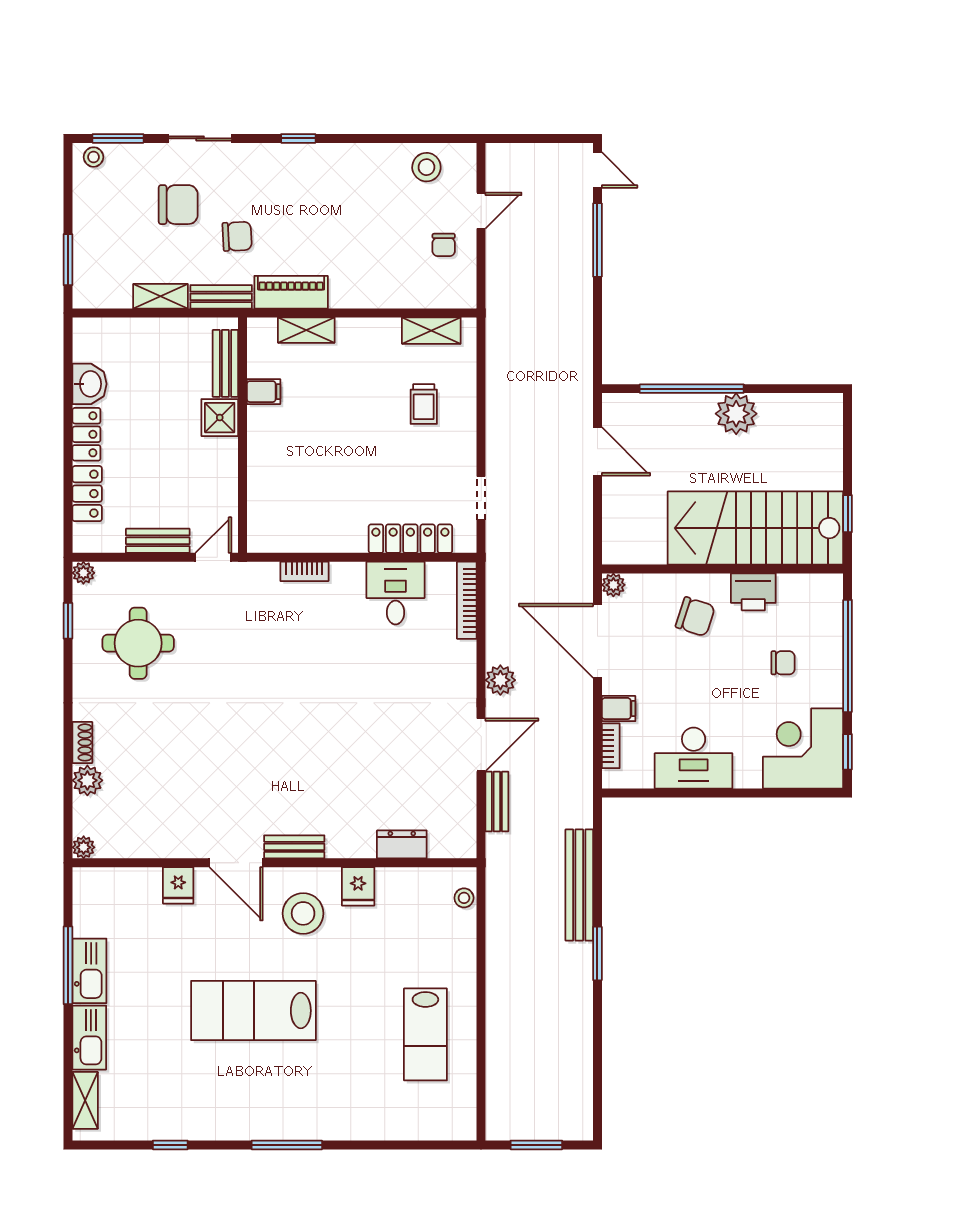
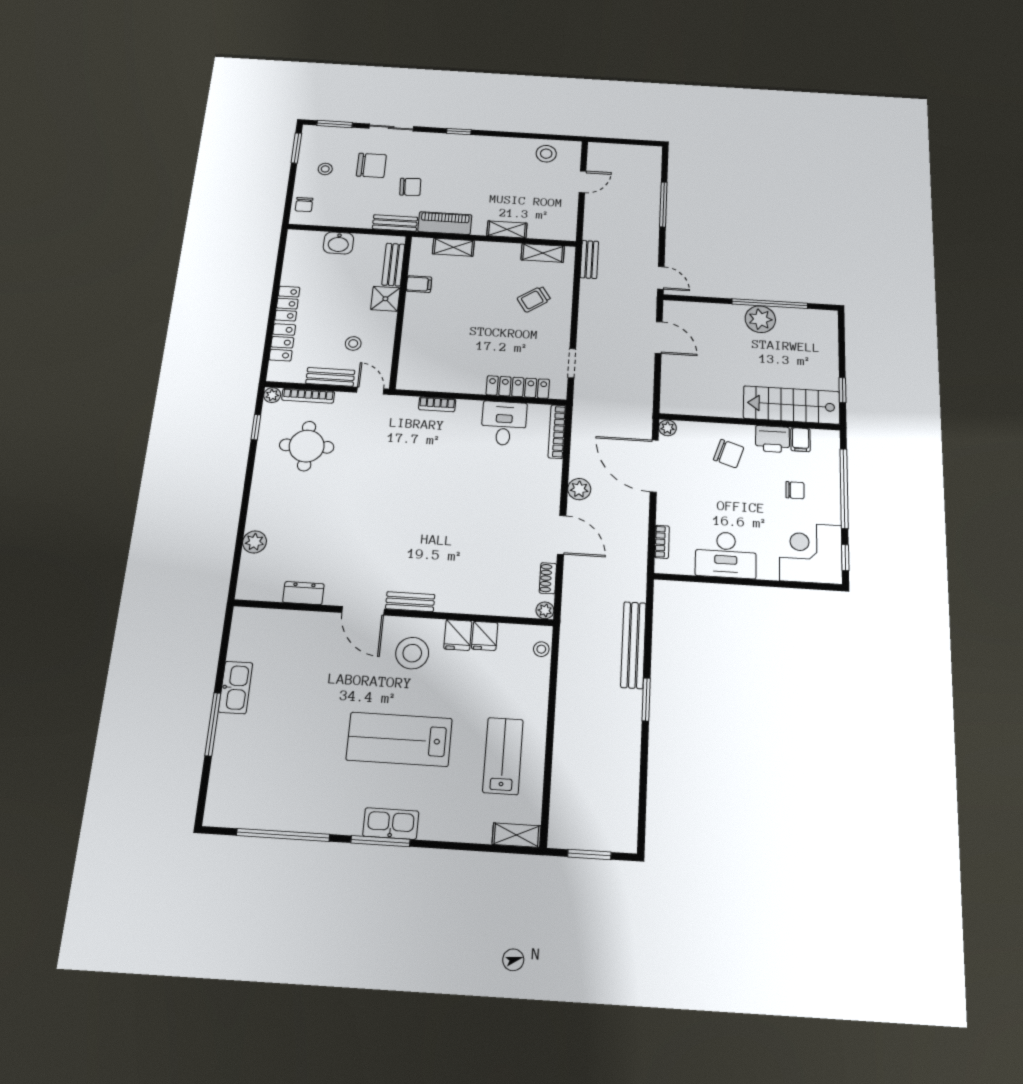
stool: (93, 157) -> (325, 169), moved
door: (597, 170) -> (661, 278), moved
chair: (444, 245) -> (304, 205), moved
window: (68, 260) -> (296, 148), moved
shelving: (160, 296) -> (507, 229), moved
washbasin: (89, 384) -> (338, 243), moved, turned 90
window: (692, 389) -> (770, 304), moved
trolley: (424, 404) -> (534, 299), turned 56
stool: (183, 489) -> (353, 343), added
stairs: (755, 528) -> (792, 405), width x0.73, depth x0.66
door: (213, 557) -> (370, 391), hinge flipped
bookcase: (131, 571) -> (308, 396), added
filing cabinet: (619, 709) -> (800, 440), moved, turned 90
shoe rack: (82, 742) -> (548, 578), moved, turned 180
door: (481, 745) -> (562, 535), hinge flipped
bench: (497, 802) -> (589, 259), moved
dresser: (402, 844) -> (303, 593), moved
plant: (84, 847) -> (545, 610), moved
fridge: (178, 885) -> (485, 636), moved
window: (68, 965) -> (213, 724), moved
lab bench: (253, 1011) -> (399, 739), moved
lab bench: (425, 1034) -> (503, 756), turned 180
kitchen sink: (89, 1038) -> (391, 824), moved, turned -90
shelving: (85, 1100) -> (517, 835), moved, turned 90
window: (170, 1145) -> (283, 835), width x3.17

